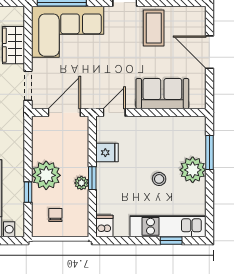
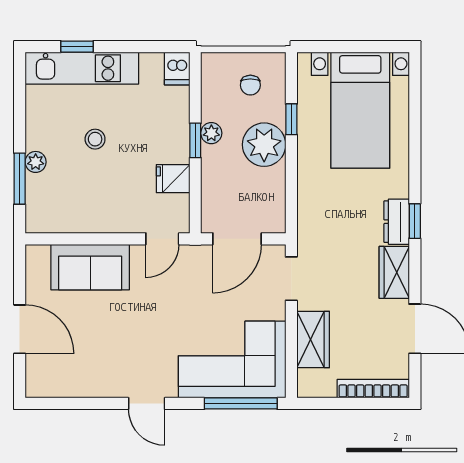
coffee table: (154, 28) -> (103, 365), removed
plant: (193, 170) -> (36, 162), width x0.53, depth x0.53

